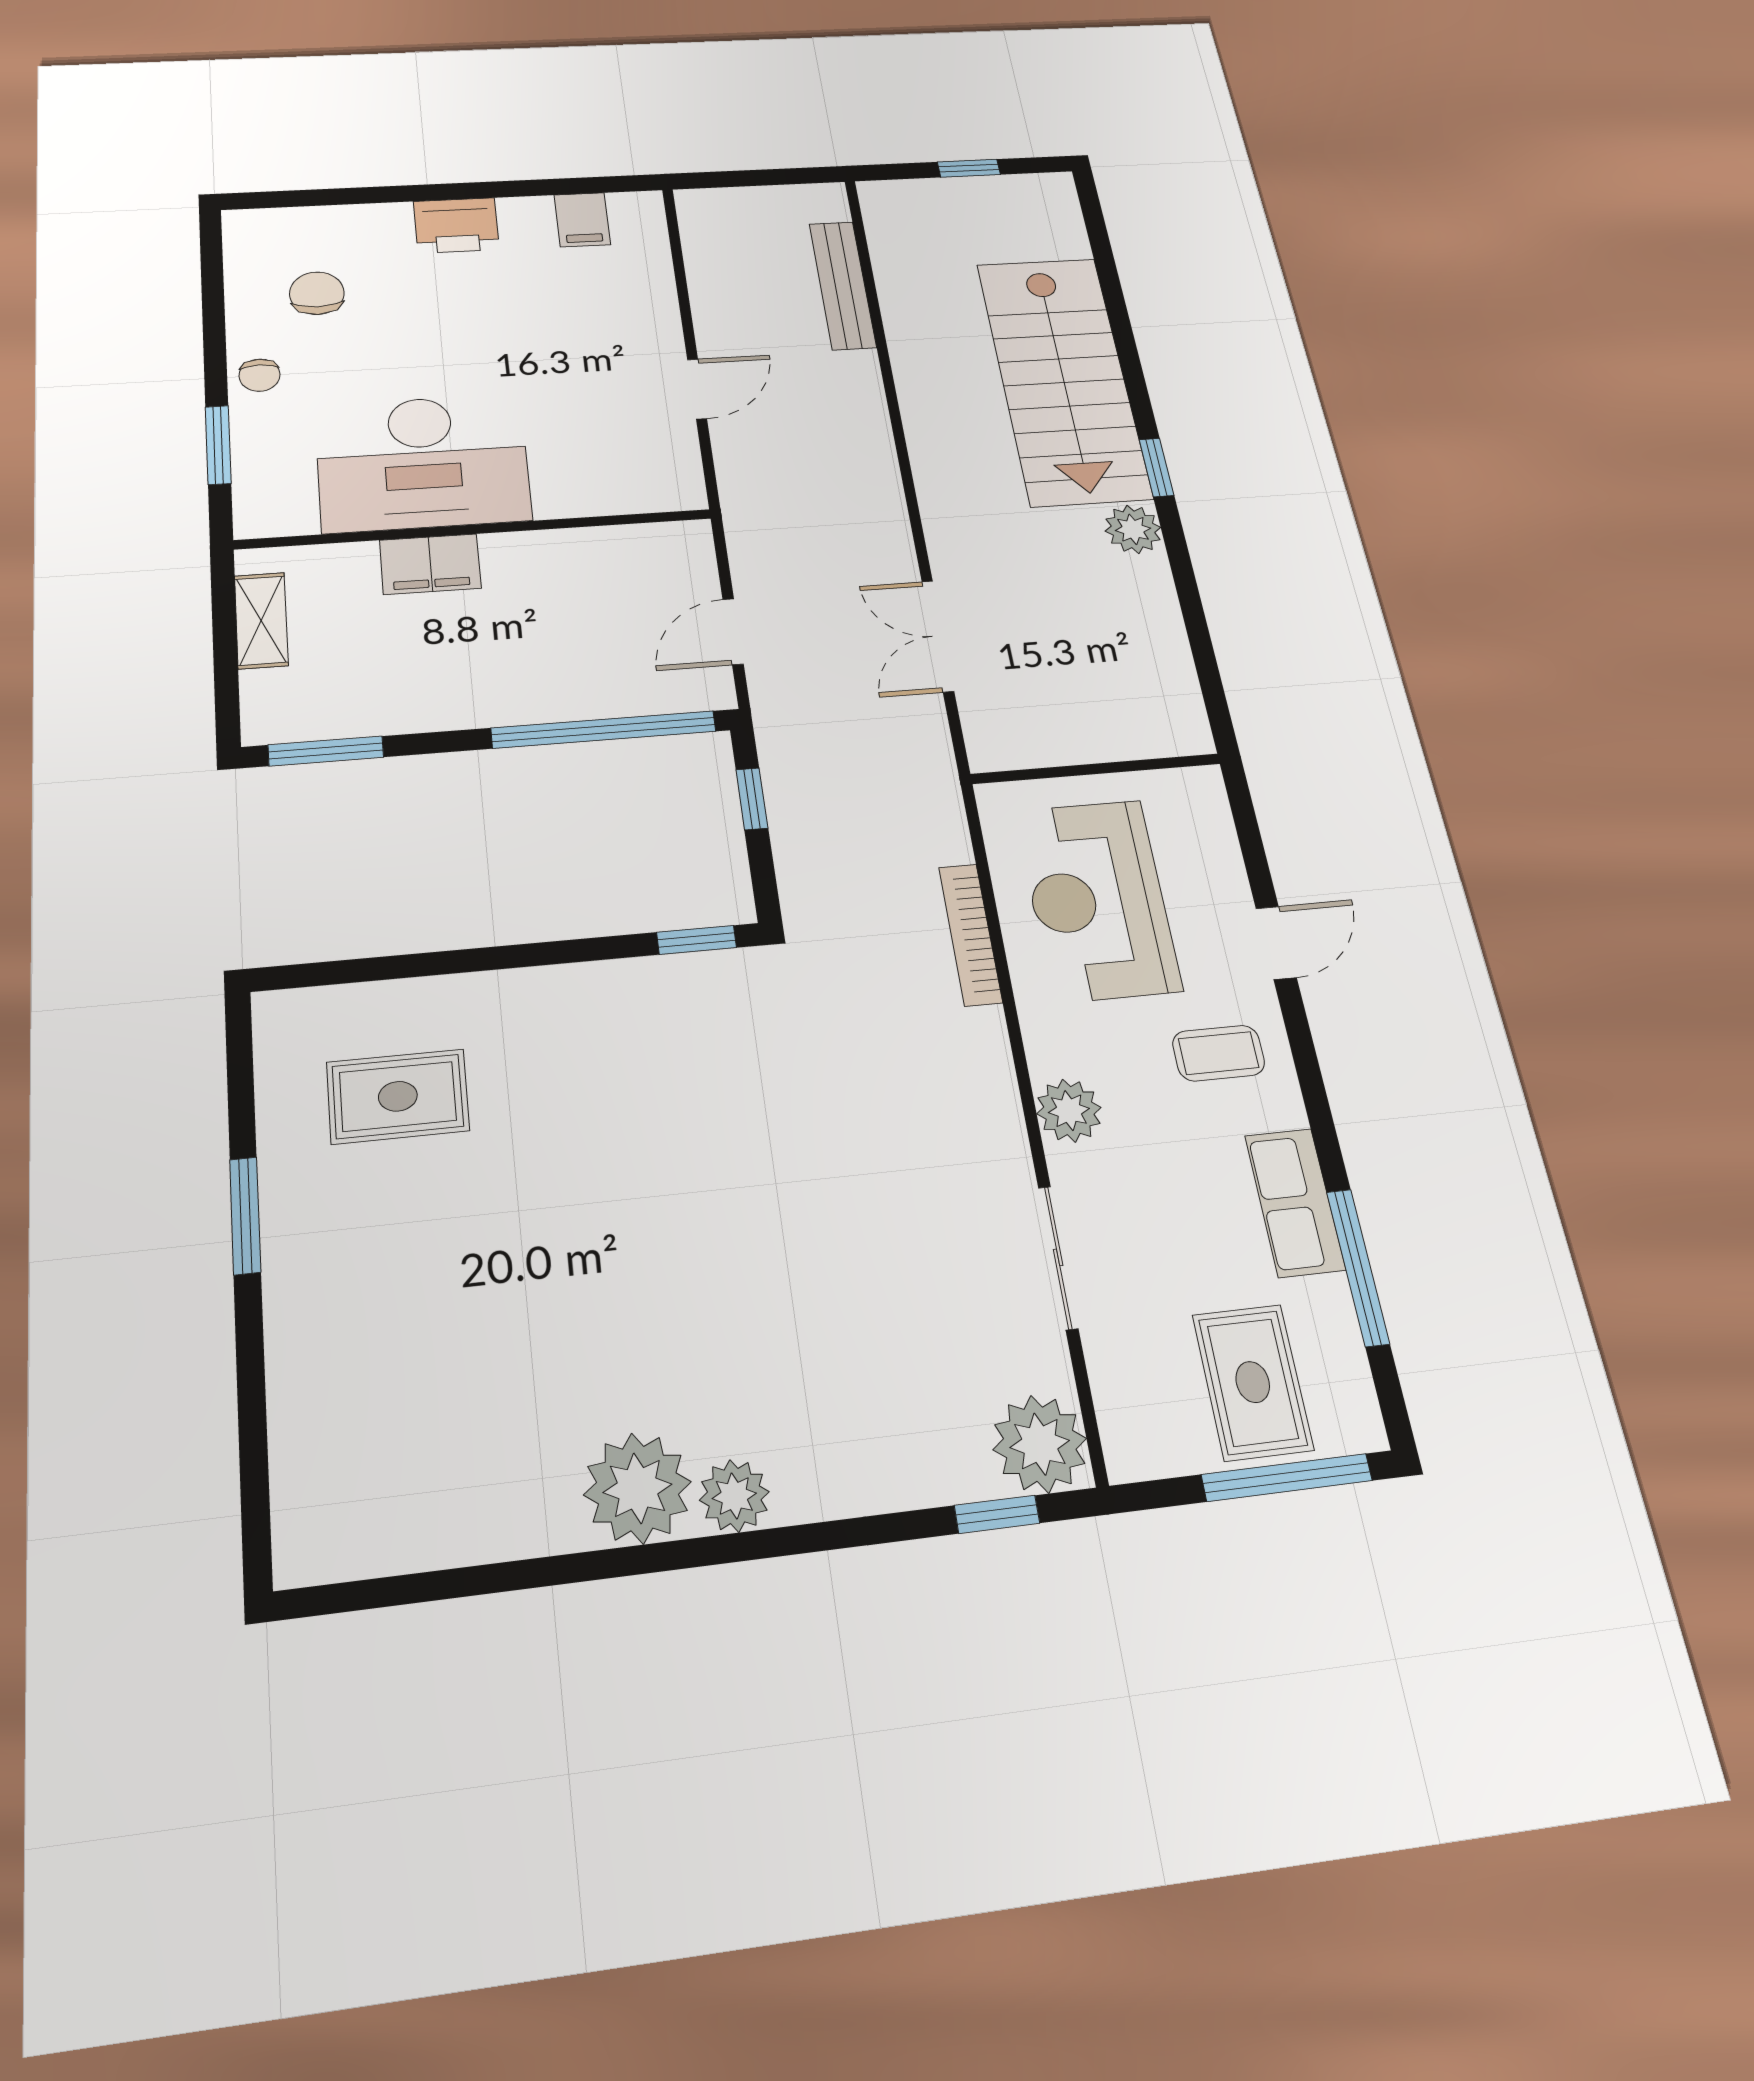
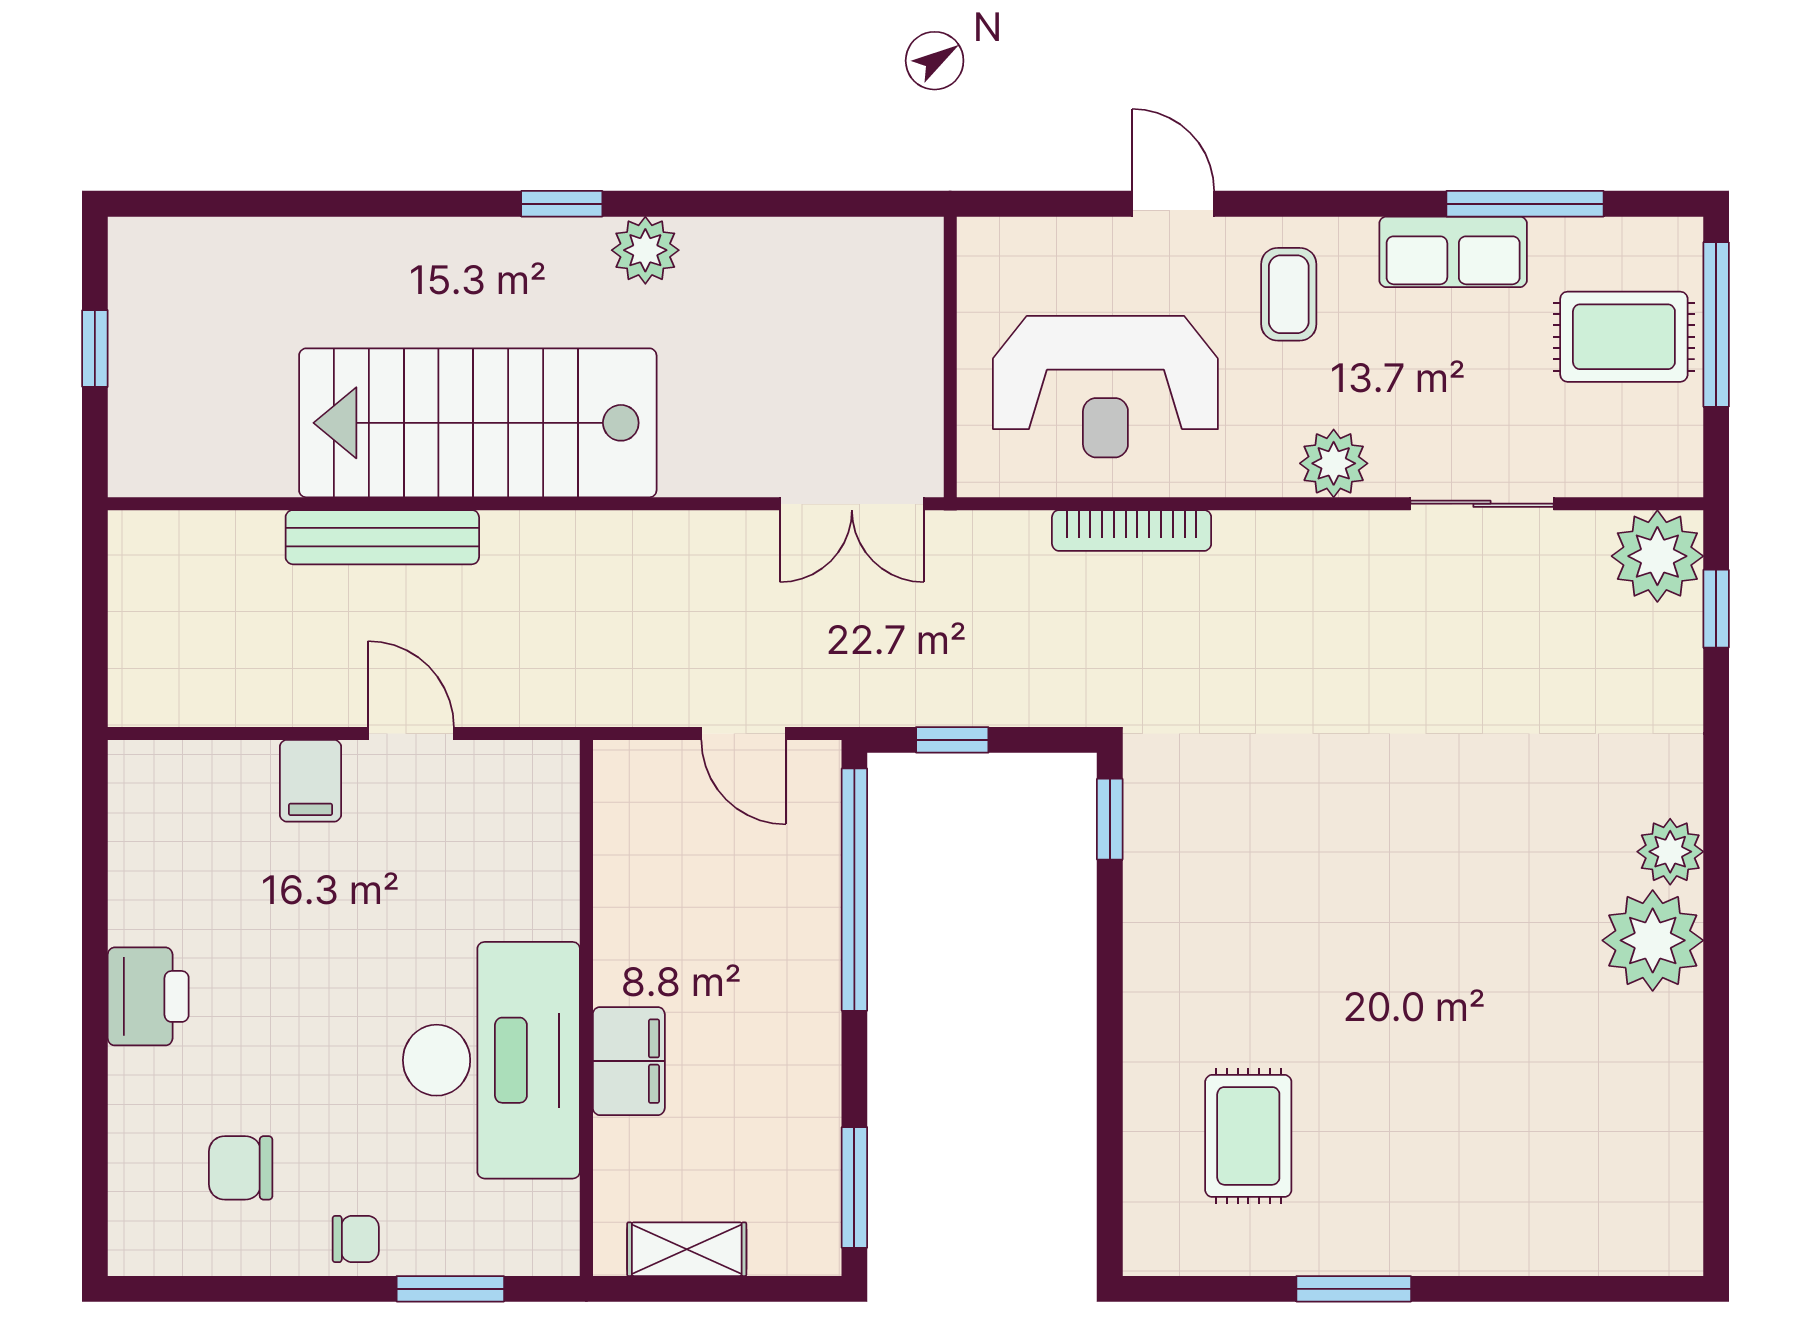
filing cabinet: (582, 220) -> (310, 781), moved, turned 90
bench: (843, 285) -> (382, 537), moved
stairs: (1063, 380) -> (478, 423), moved, turned 180
double door: (938, 636) -> (852, 504), moved

